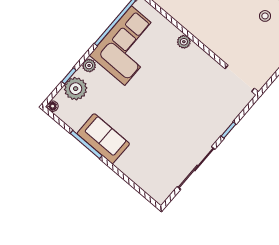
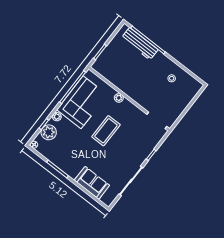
coffee table: (162, 90) -> (106, 131), added
sofa: (103, 139) -> (92, 183), moved

